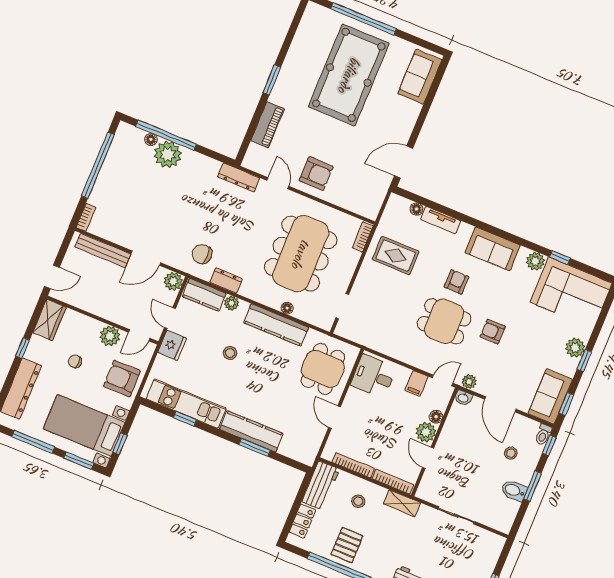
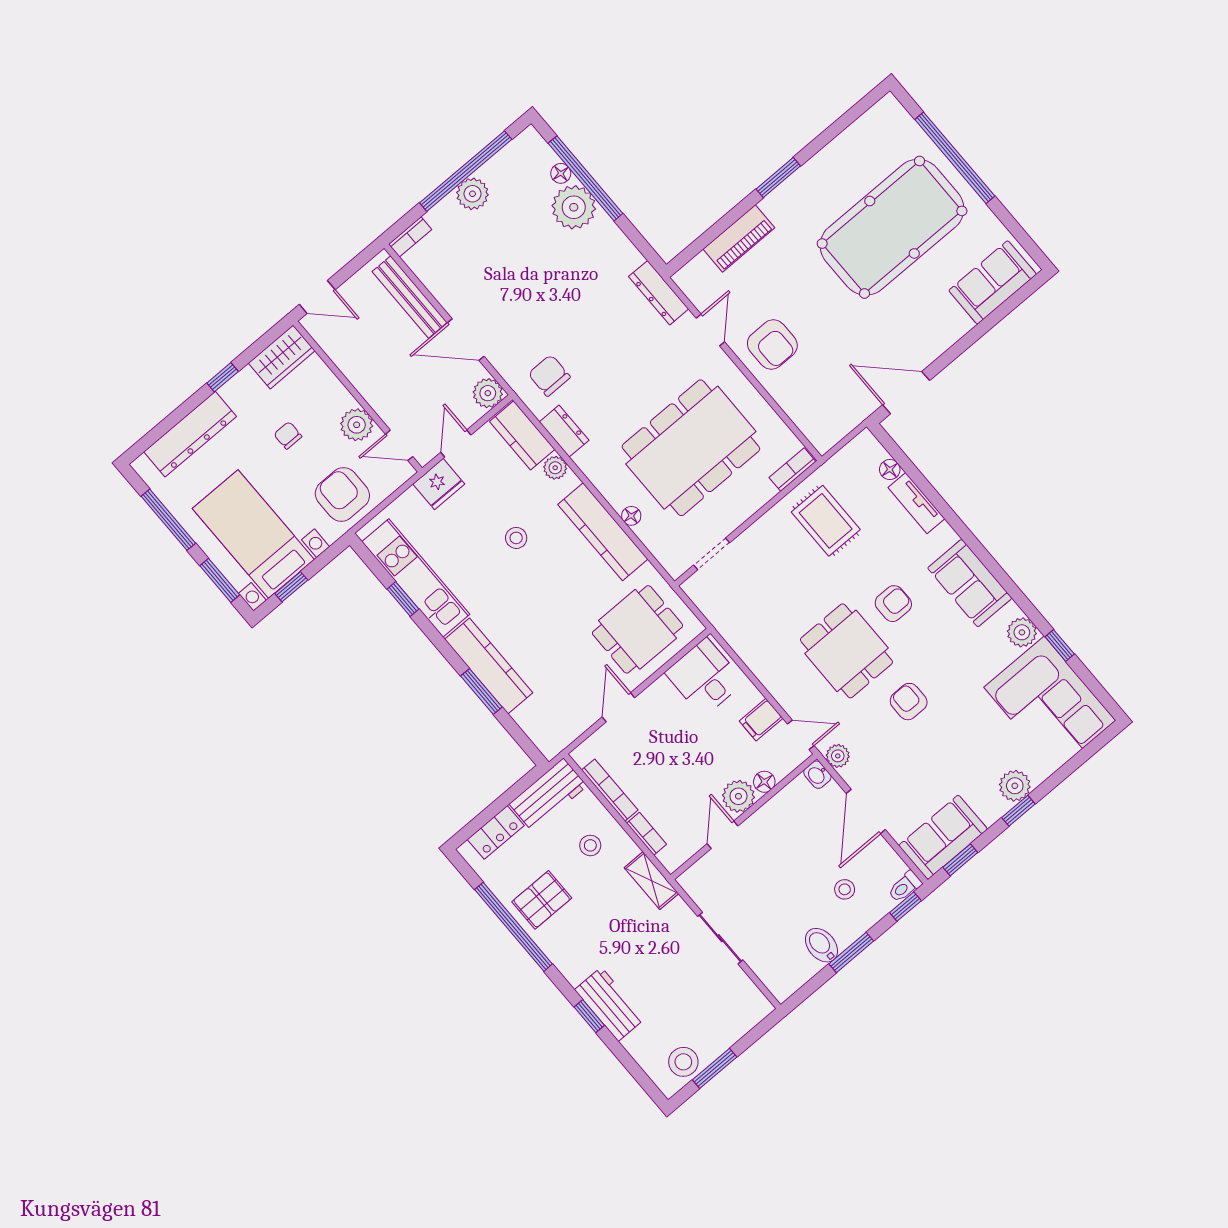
plant: (108, 176) -> (472, 194), added
bookcase: (393, 482) -> (647, 834), width x0.64

